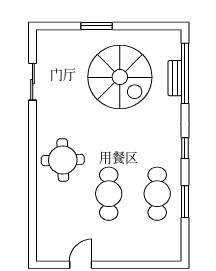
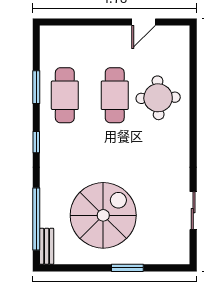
spiral stairs: (120, 77) -> (103, 215), turned 90
bench: (175, 78) -> (47, 246), moved
round table: (63, 160) -> (158, 98), moved

